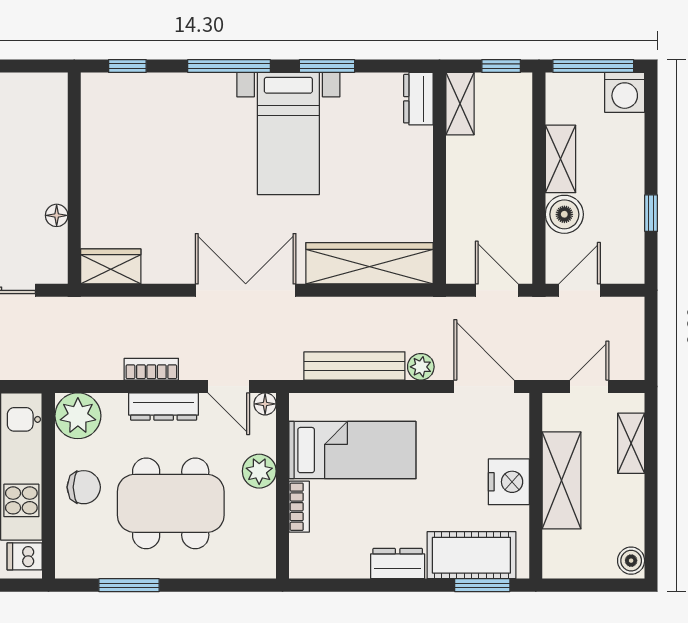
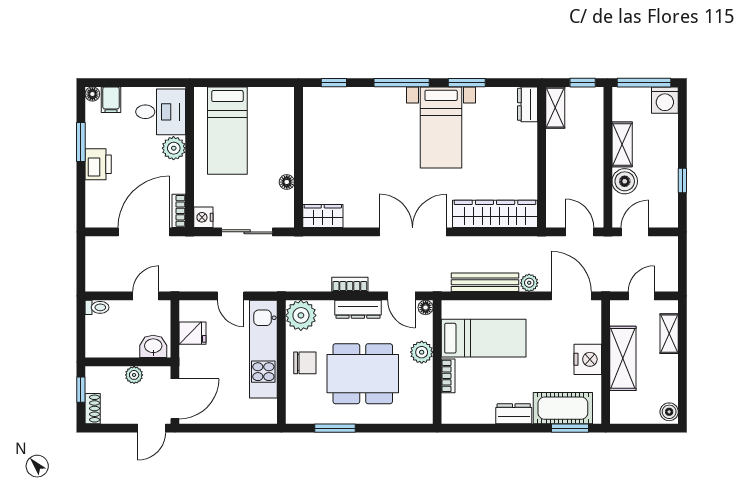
dishwasher: (25, 556) -> (266, 409), removed

